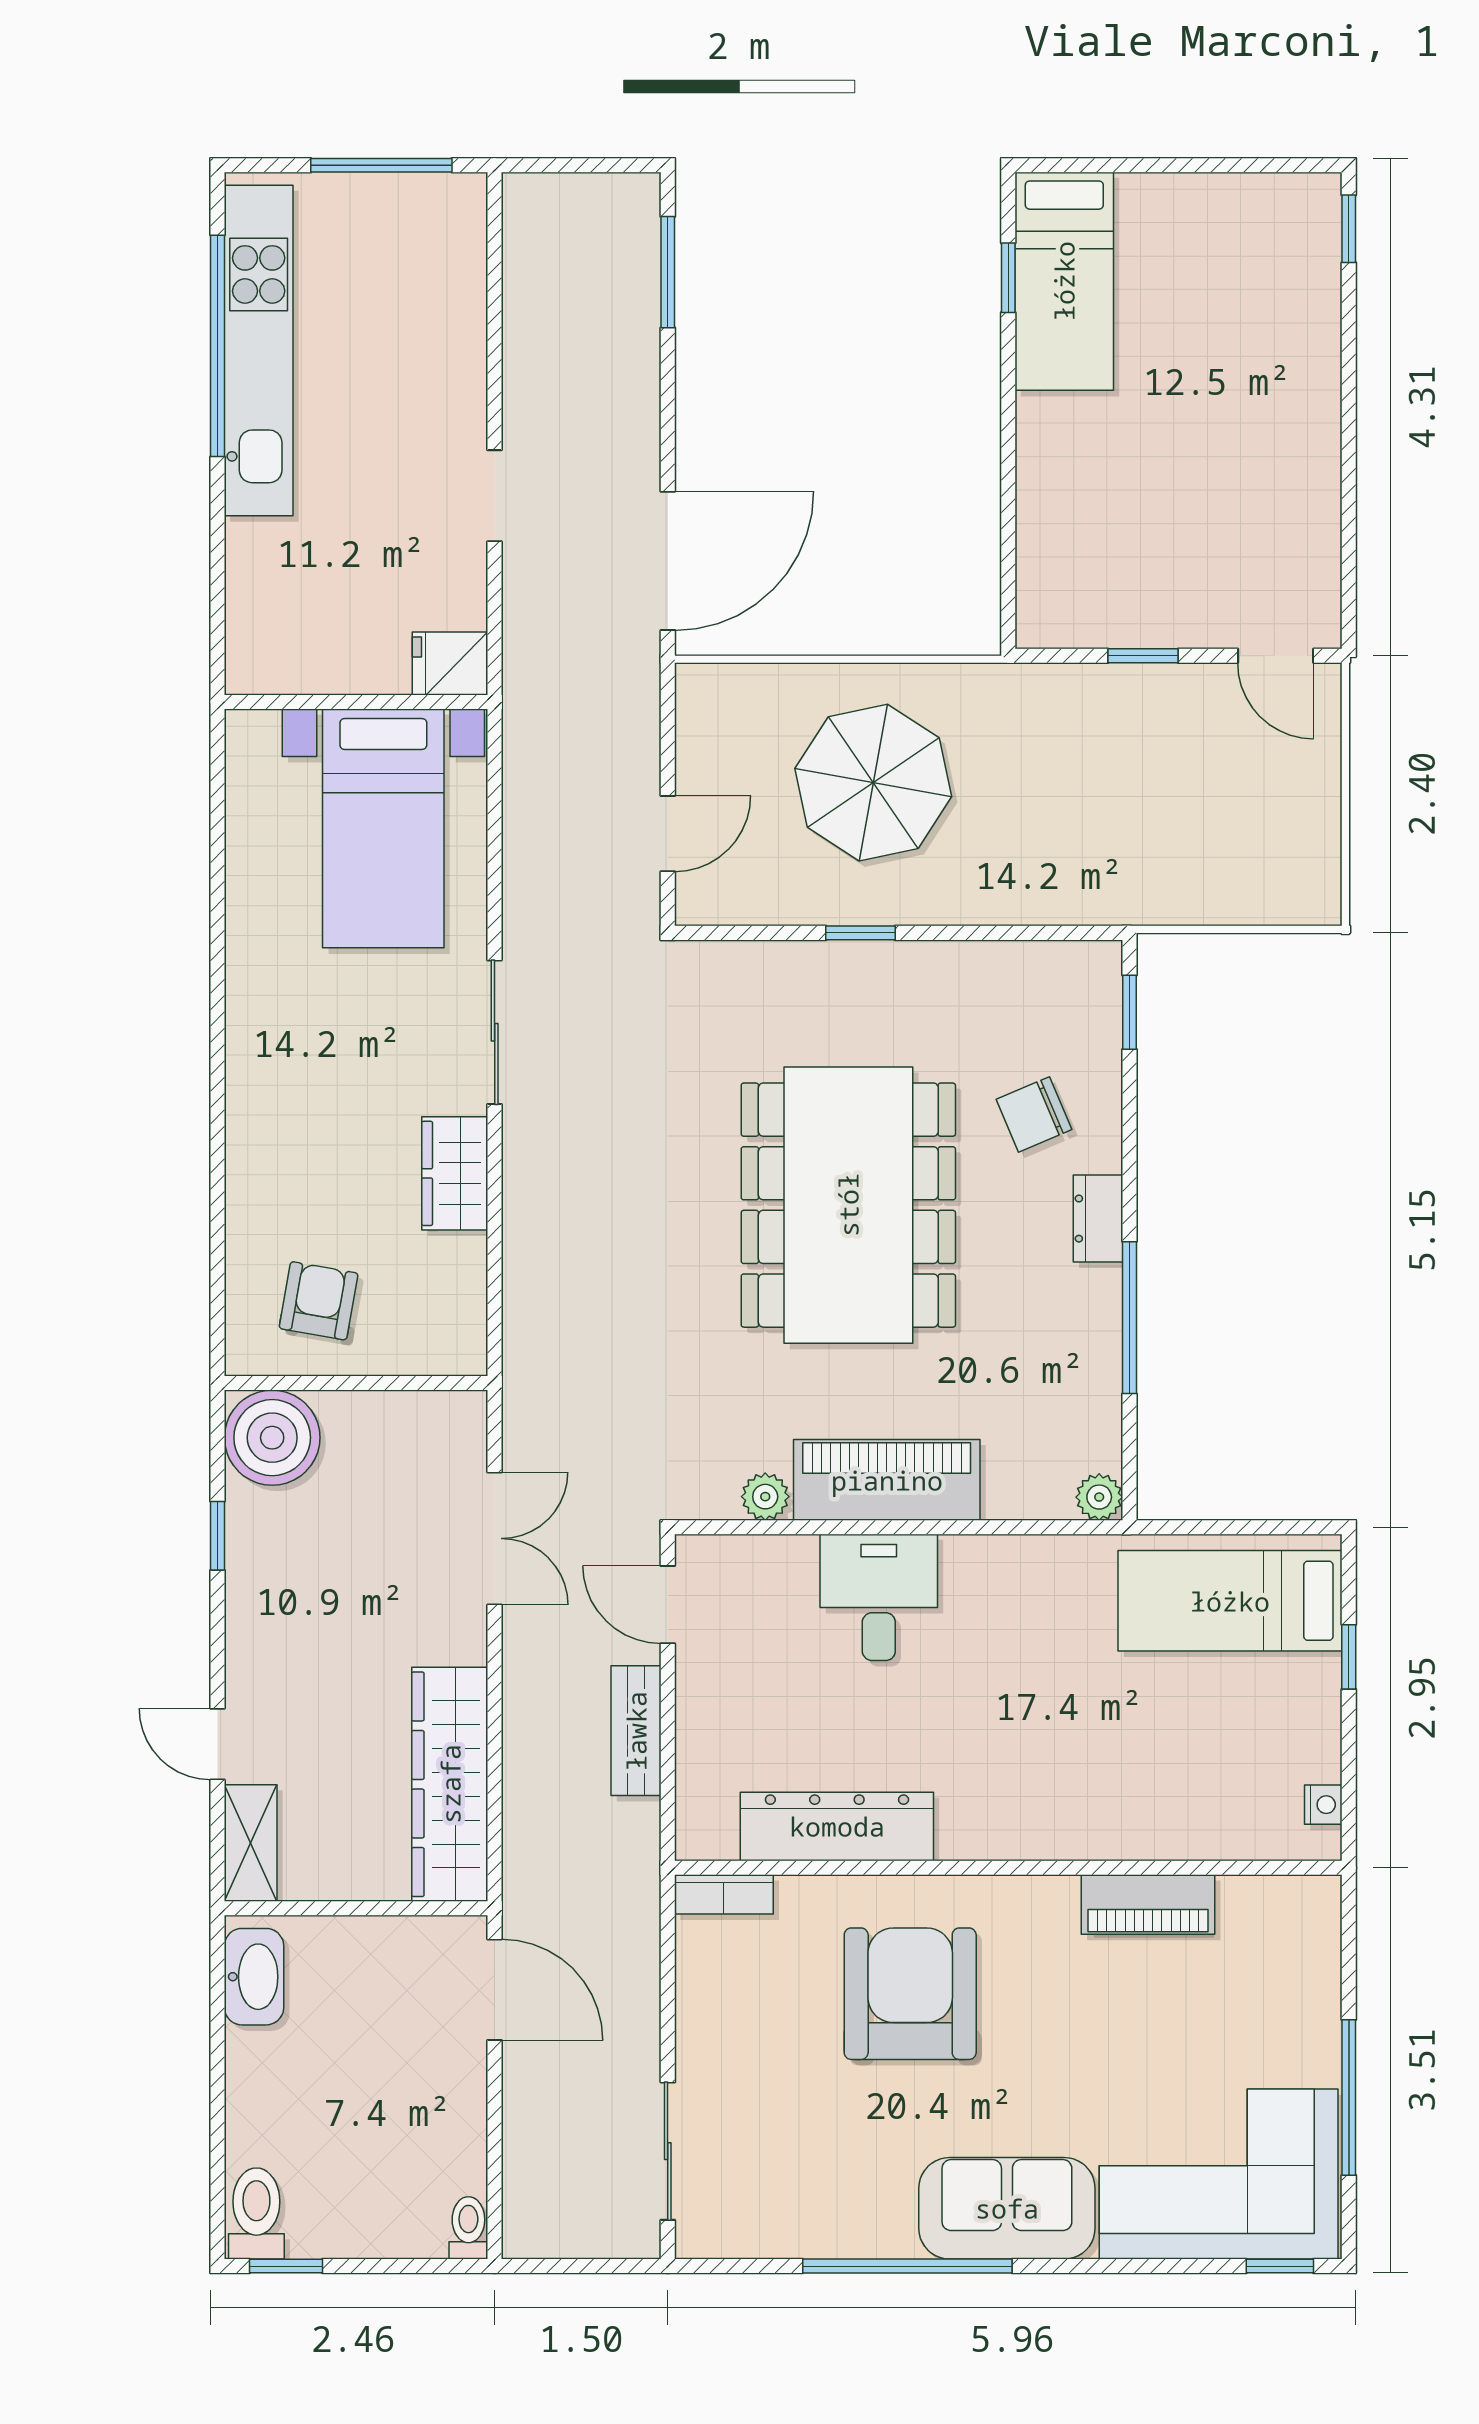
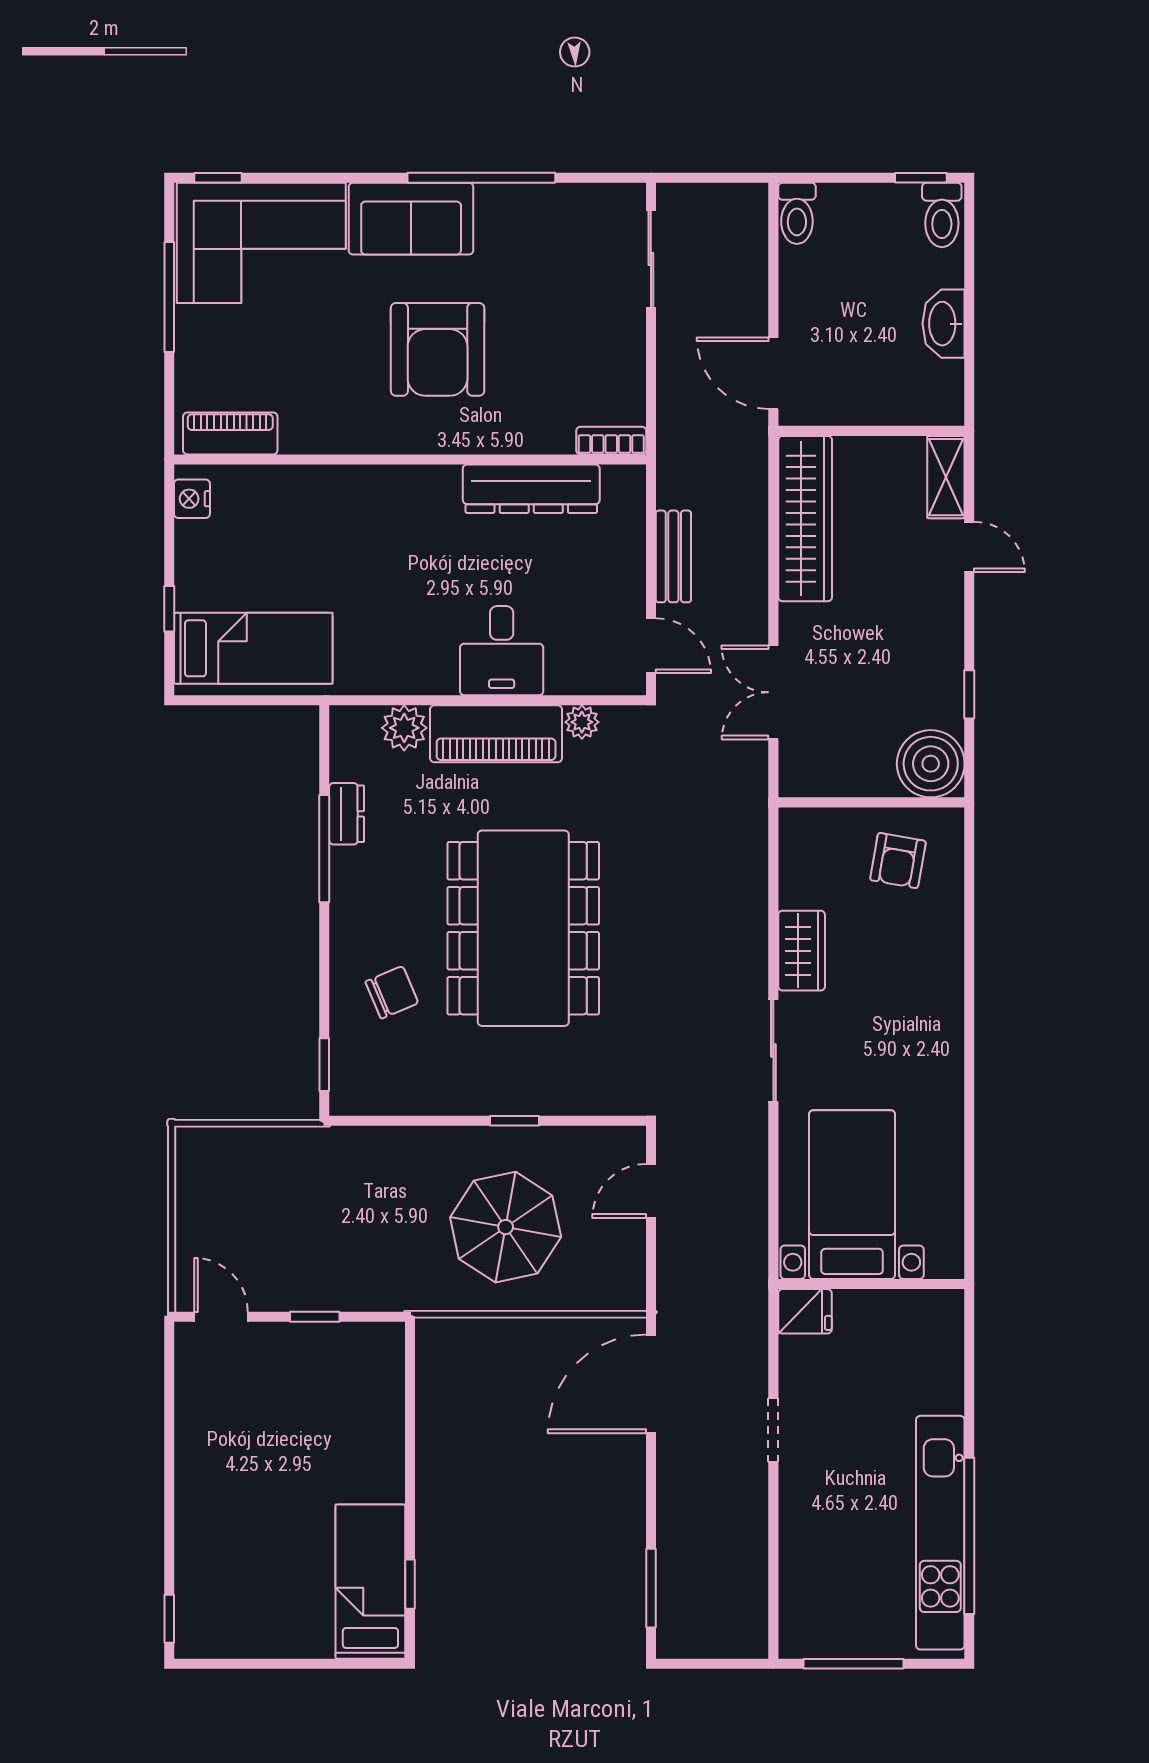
dresser: (1098, 1219) -> (347, 814), moved
plant: (1099, 1497) -> (404, 728), moved, width x1.38, depth x1.38
nightstand: (1323, 1805) -> (192, 499), width x1.39, depth x1.35
piano: (1148, 1905) -> (230, 433), moved
washbasin: (254, 1977) -> (944, 324), moved
armchair: (910, 1994) -> (438, 349), moved
toilet: (468, 2228) -> (797, 213), width x1.37, depth x1.39

